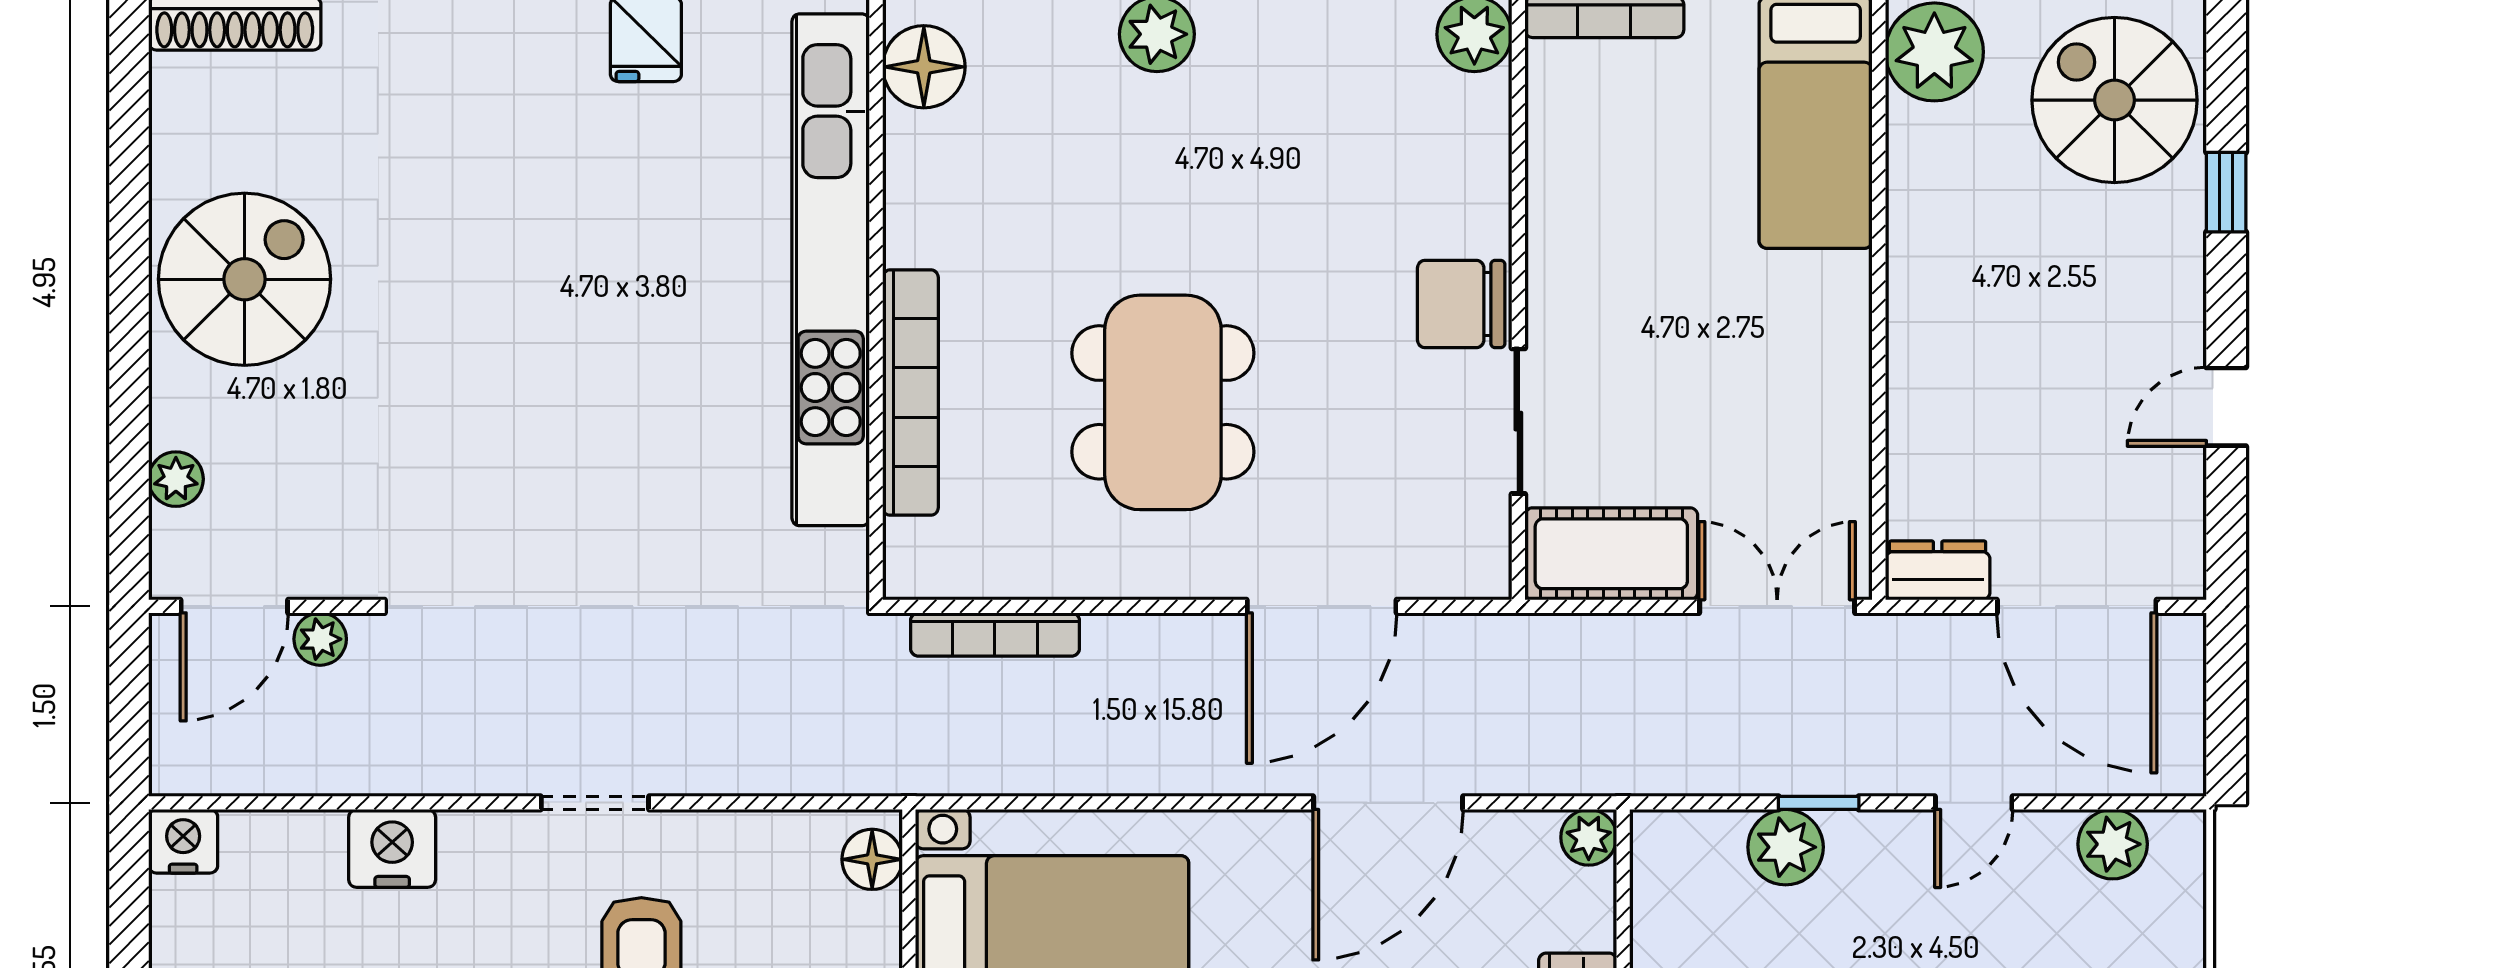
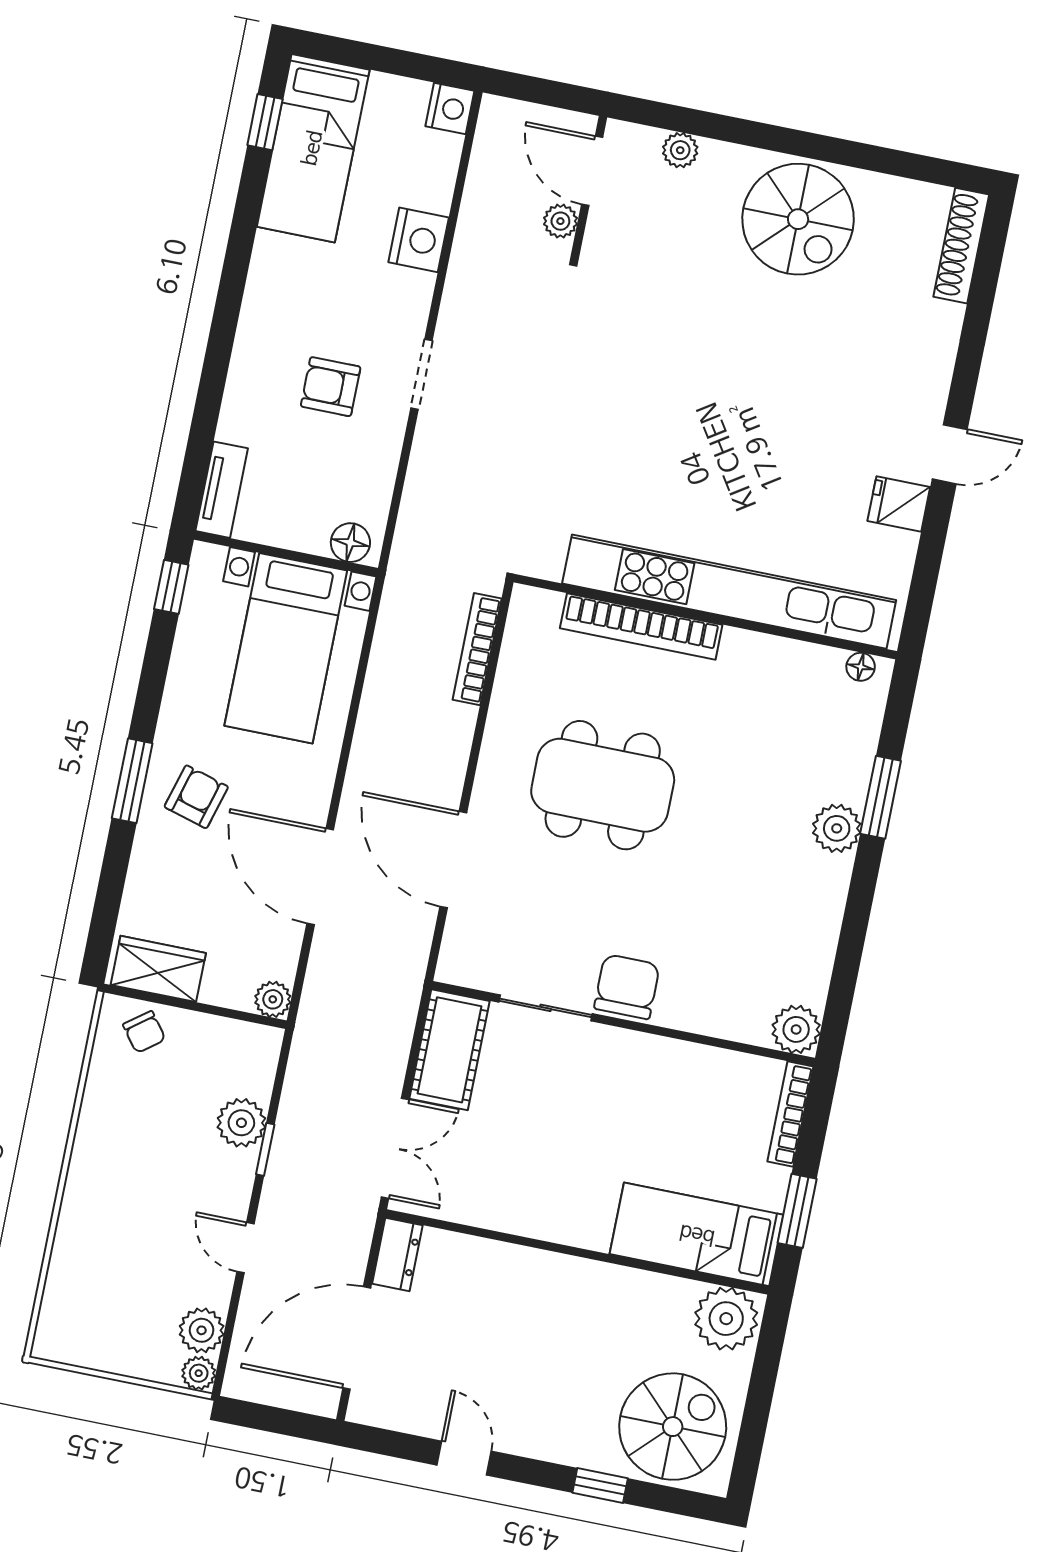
floor lamp: (924, 67) -> (861, 667), width x0.53, depth x0.53
plant: (2178, 835) -> (199, 1373), added

